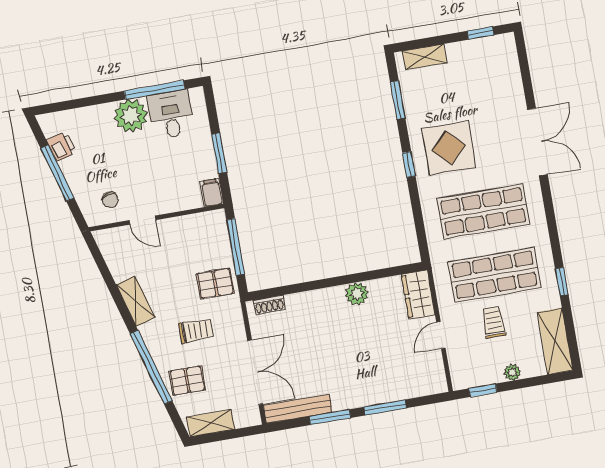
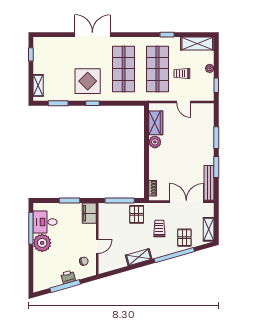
printer: (61, 146) -> (68, 277), moved
filing cabinet: (212, 193) -> (89, 213), width x2.00
wardrobe: (418, 295) -> (156, 123), moved, turned -90

